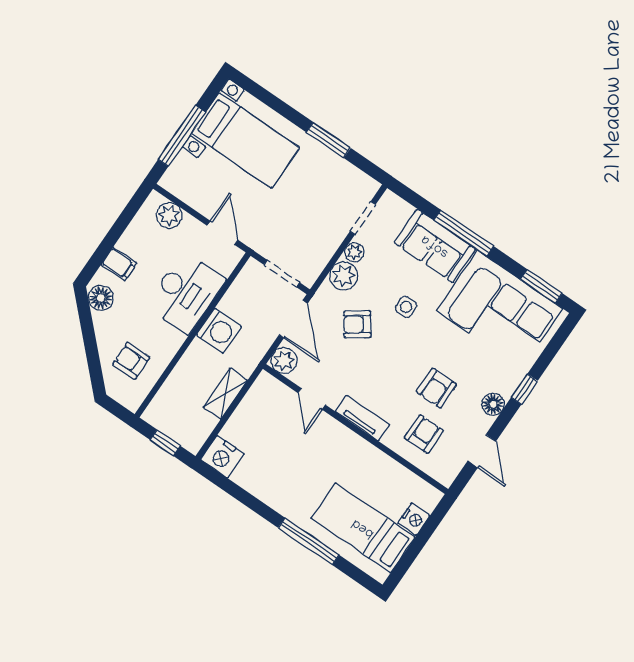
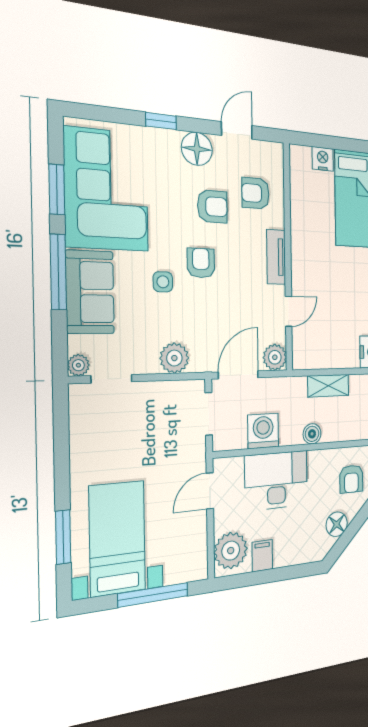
window: (328, 140) -> (63, 537), moved
plant: (169, 215) -> (231, 551), width x1.36, depth x1.36
plant: (354, 252) -> (78, 365), moved
filing cabinet: (119, 264) -> (262, 556), moved
window: (541, 286) -> (57, 190), moved
floor lamp: (101, 298) -> (337, 524), moved
armchair: (357, 324) -> (201, 263), moved, turned -144
washing machine: (219, 331) -> (263, 431), moved
boiler: (198, 351) -> (312, 434), added
floor lamp: (493, 404) -> (197, 149), width x1.38, depth x1.38

